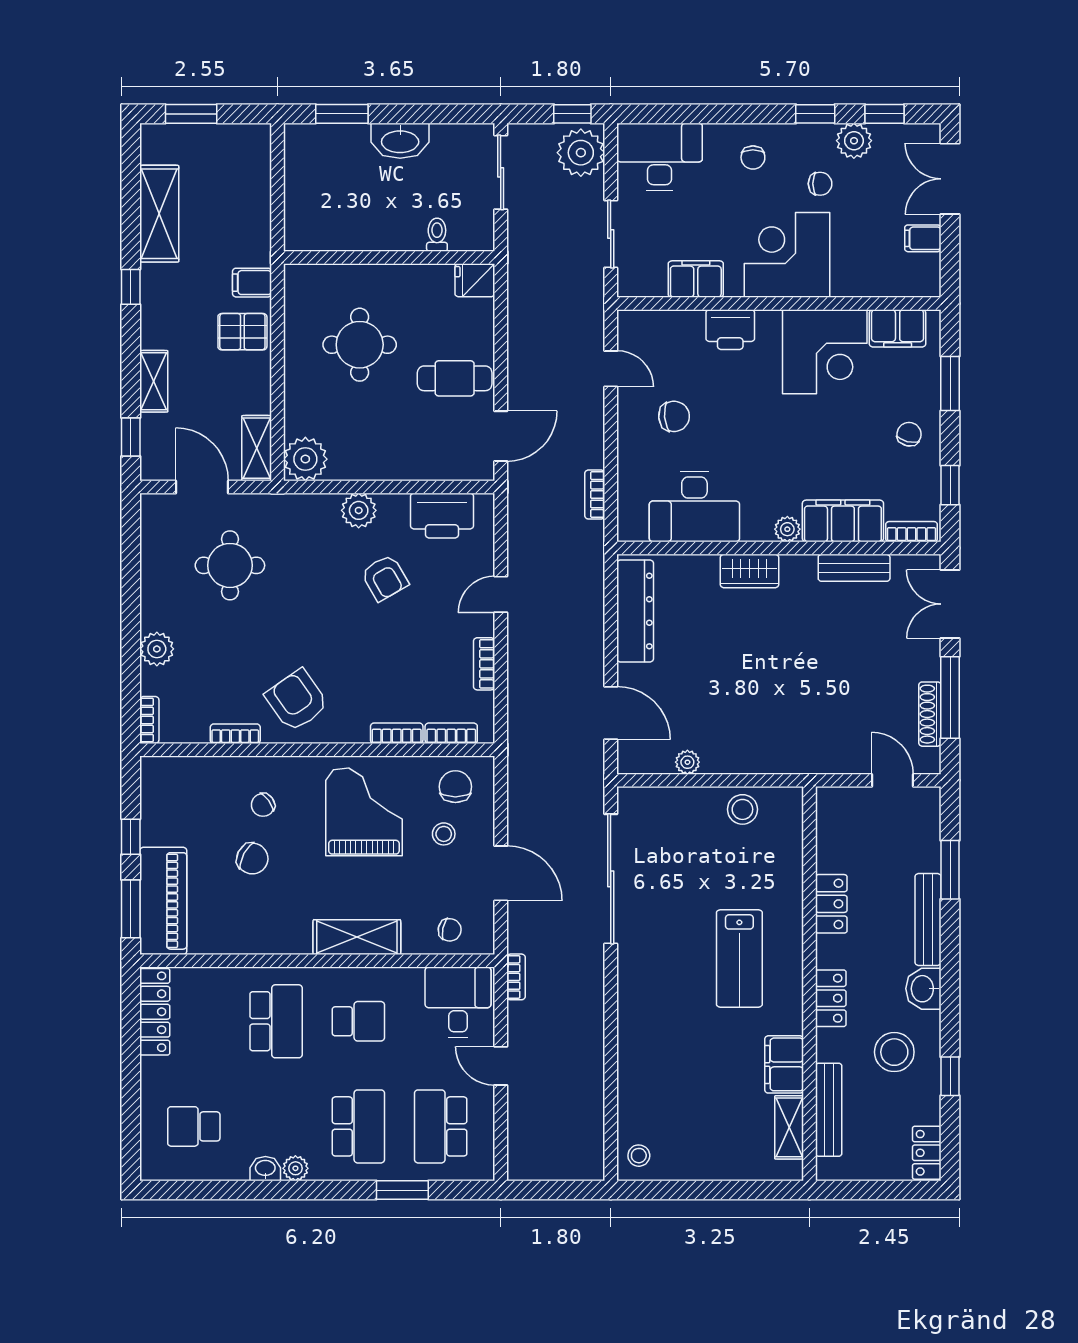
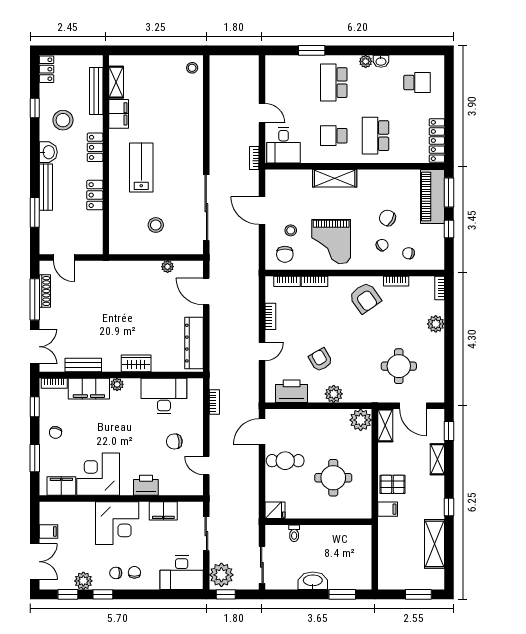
chair: (820, 184) -> (116, 573), moved
stool: (742, 809) -> (156, 225), moved
chair: (450, 930) -> (408, 253), moved
school desk: (441, 1126) -> (292, 83), removed

